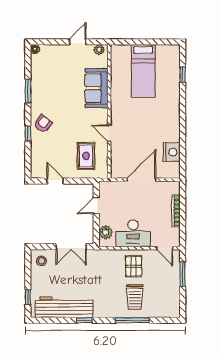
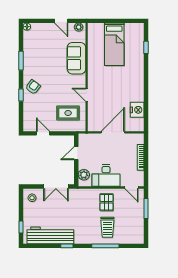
door: (78, 42) -> (61, 21), swing flipped
rug: (86, 156) -> (68, 113), turned 90

